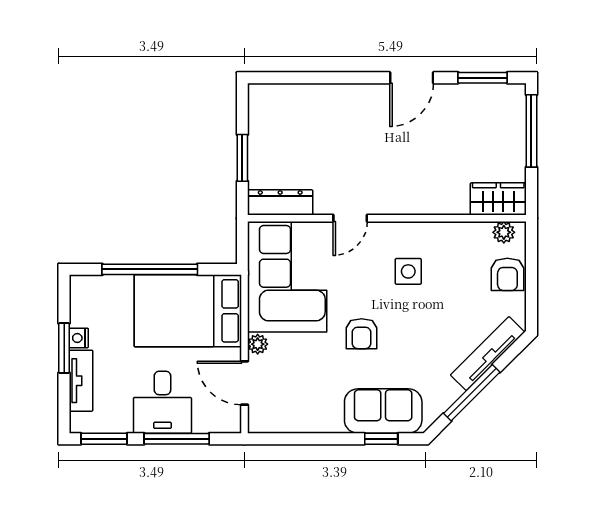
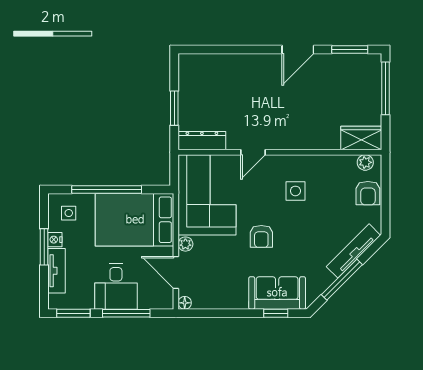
side table: (98, 302) -> (69, 213), added
floor lamp: (257, 424) -> (185, 303), added

